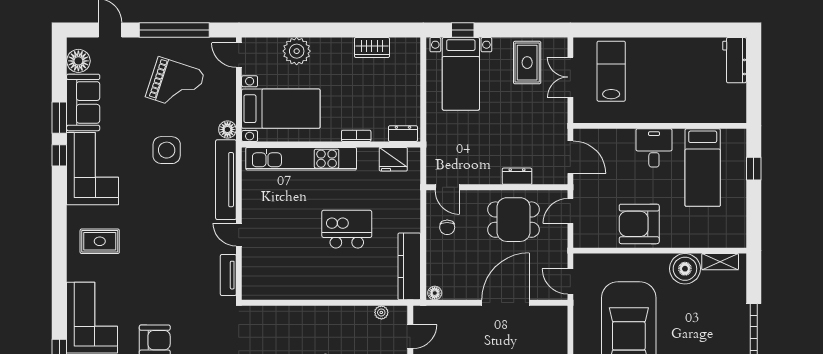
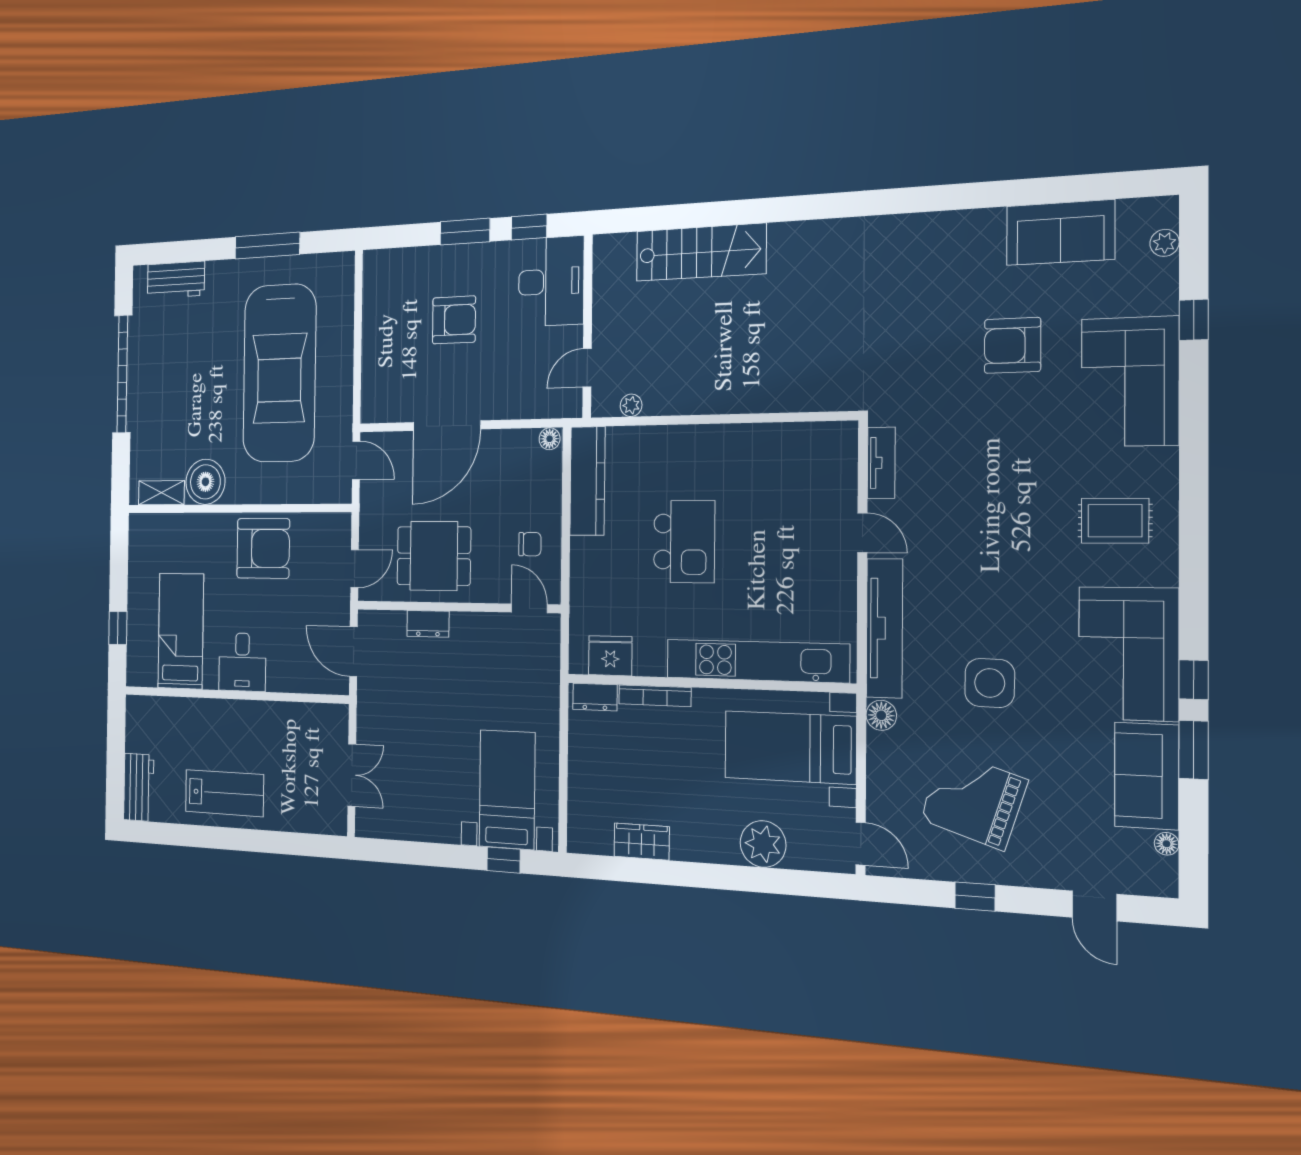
window: (174, 30) -> (975, 897), width x0.32
floor lamp: (78, 61) -> (1167, 844), width x0.53, depth x0.53
rug: (527, 63) -> (411, 802), removed
lab bench: (611, 71) -> (224, 793), moved, turned -90
bookcase: (356, 136) -> (655, 696), width x1.56
chair: (447, 227) -> (530, 544), turned 90
kitchen island: (347, 229) -> (684, 542), turned -90

